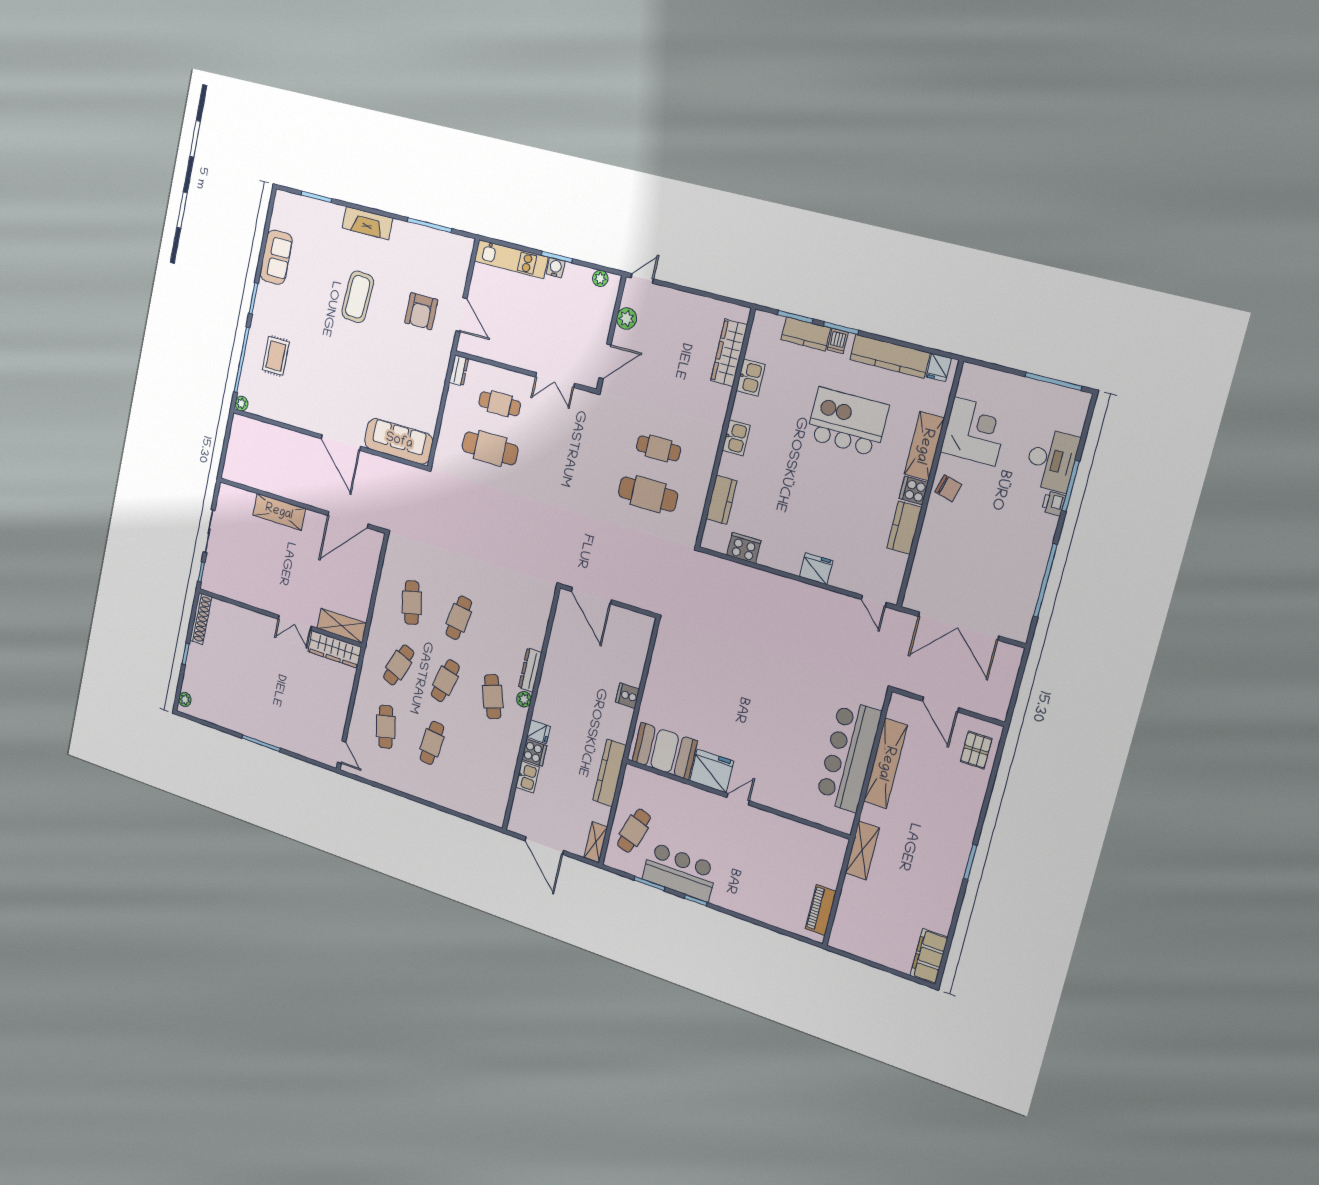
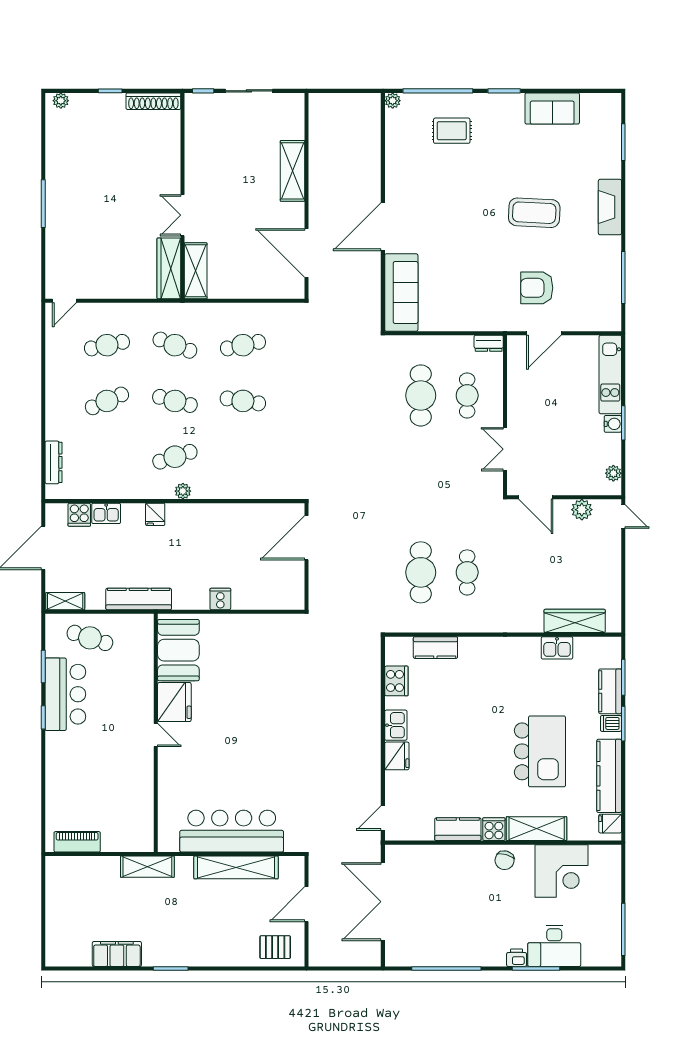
kitchen sink: (736, 438) -> (396, 725), moved, turned -90
dresser: (530, 670) -> (54, 462), moved, turned 90
cafe table: (432, 743) -> (107, 401), turned -30
cooker: (534, 753) -> (79, 515), moved
filing cabinet: (929, 956) -> (117, 954), moved

